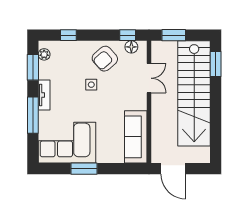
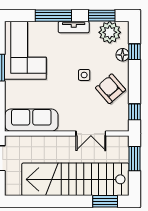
floor lamp: (131, 47) -> (123, 55), moved
plant: (44, 54) -> (110, 32), width x1.88, depth x1.88

